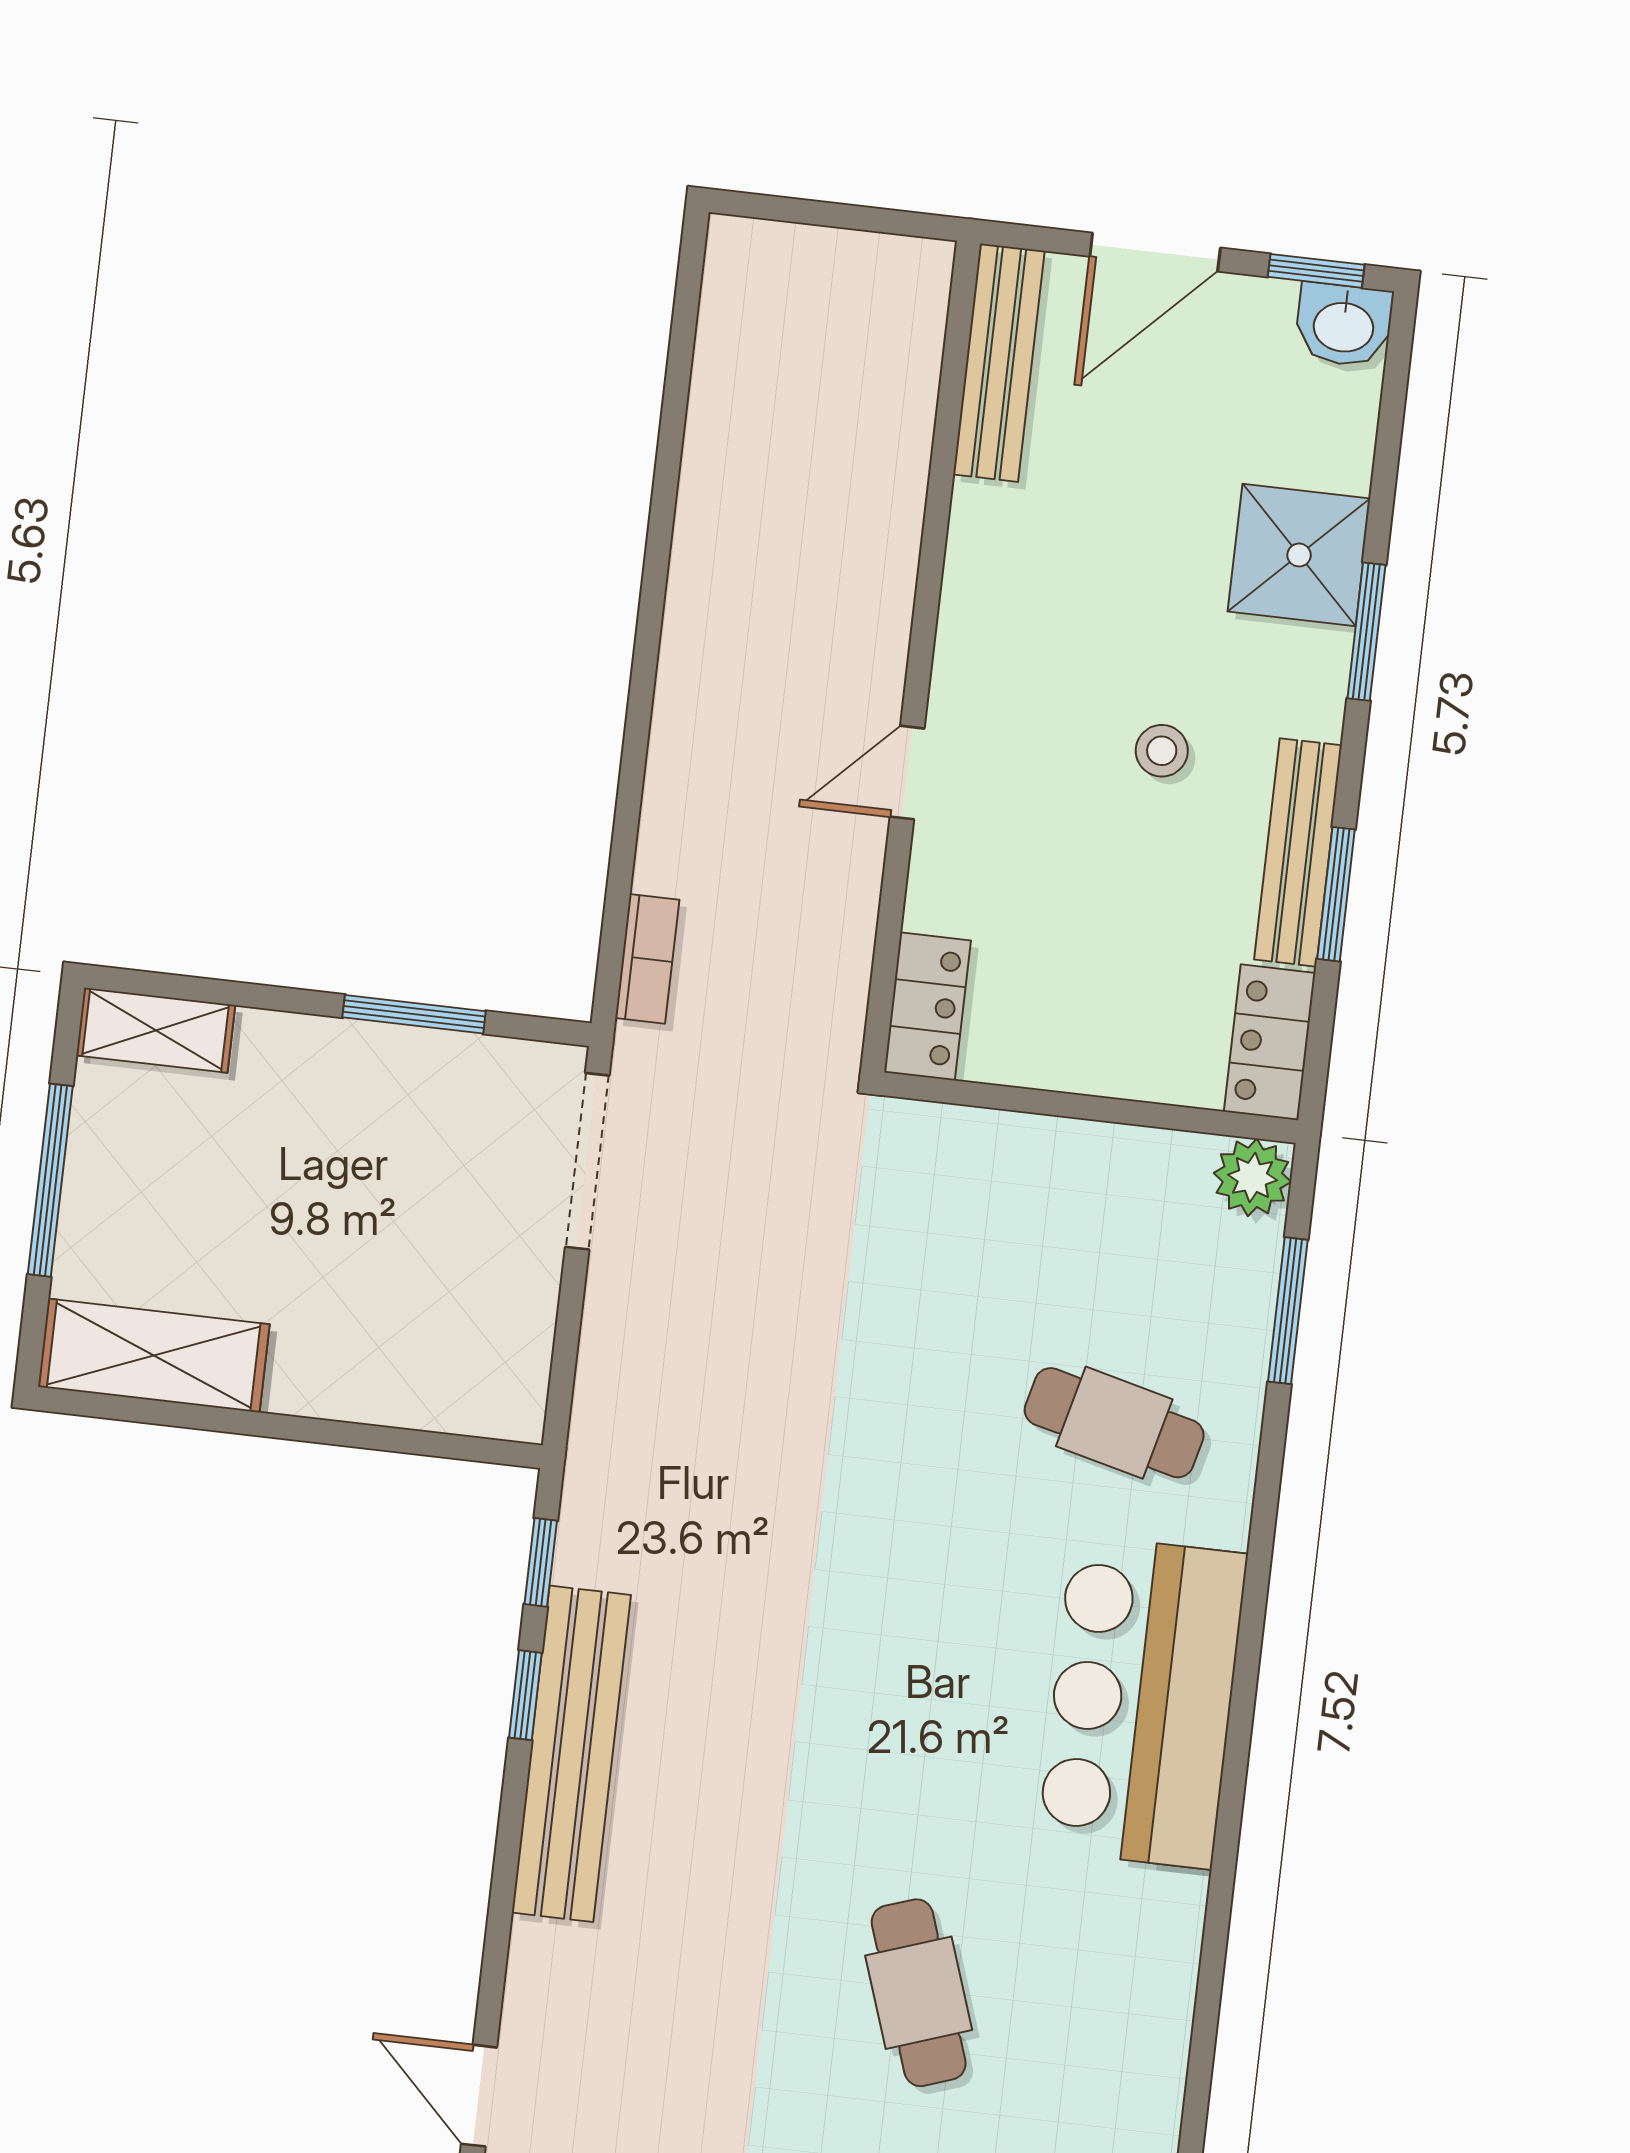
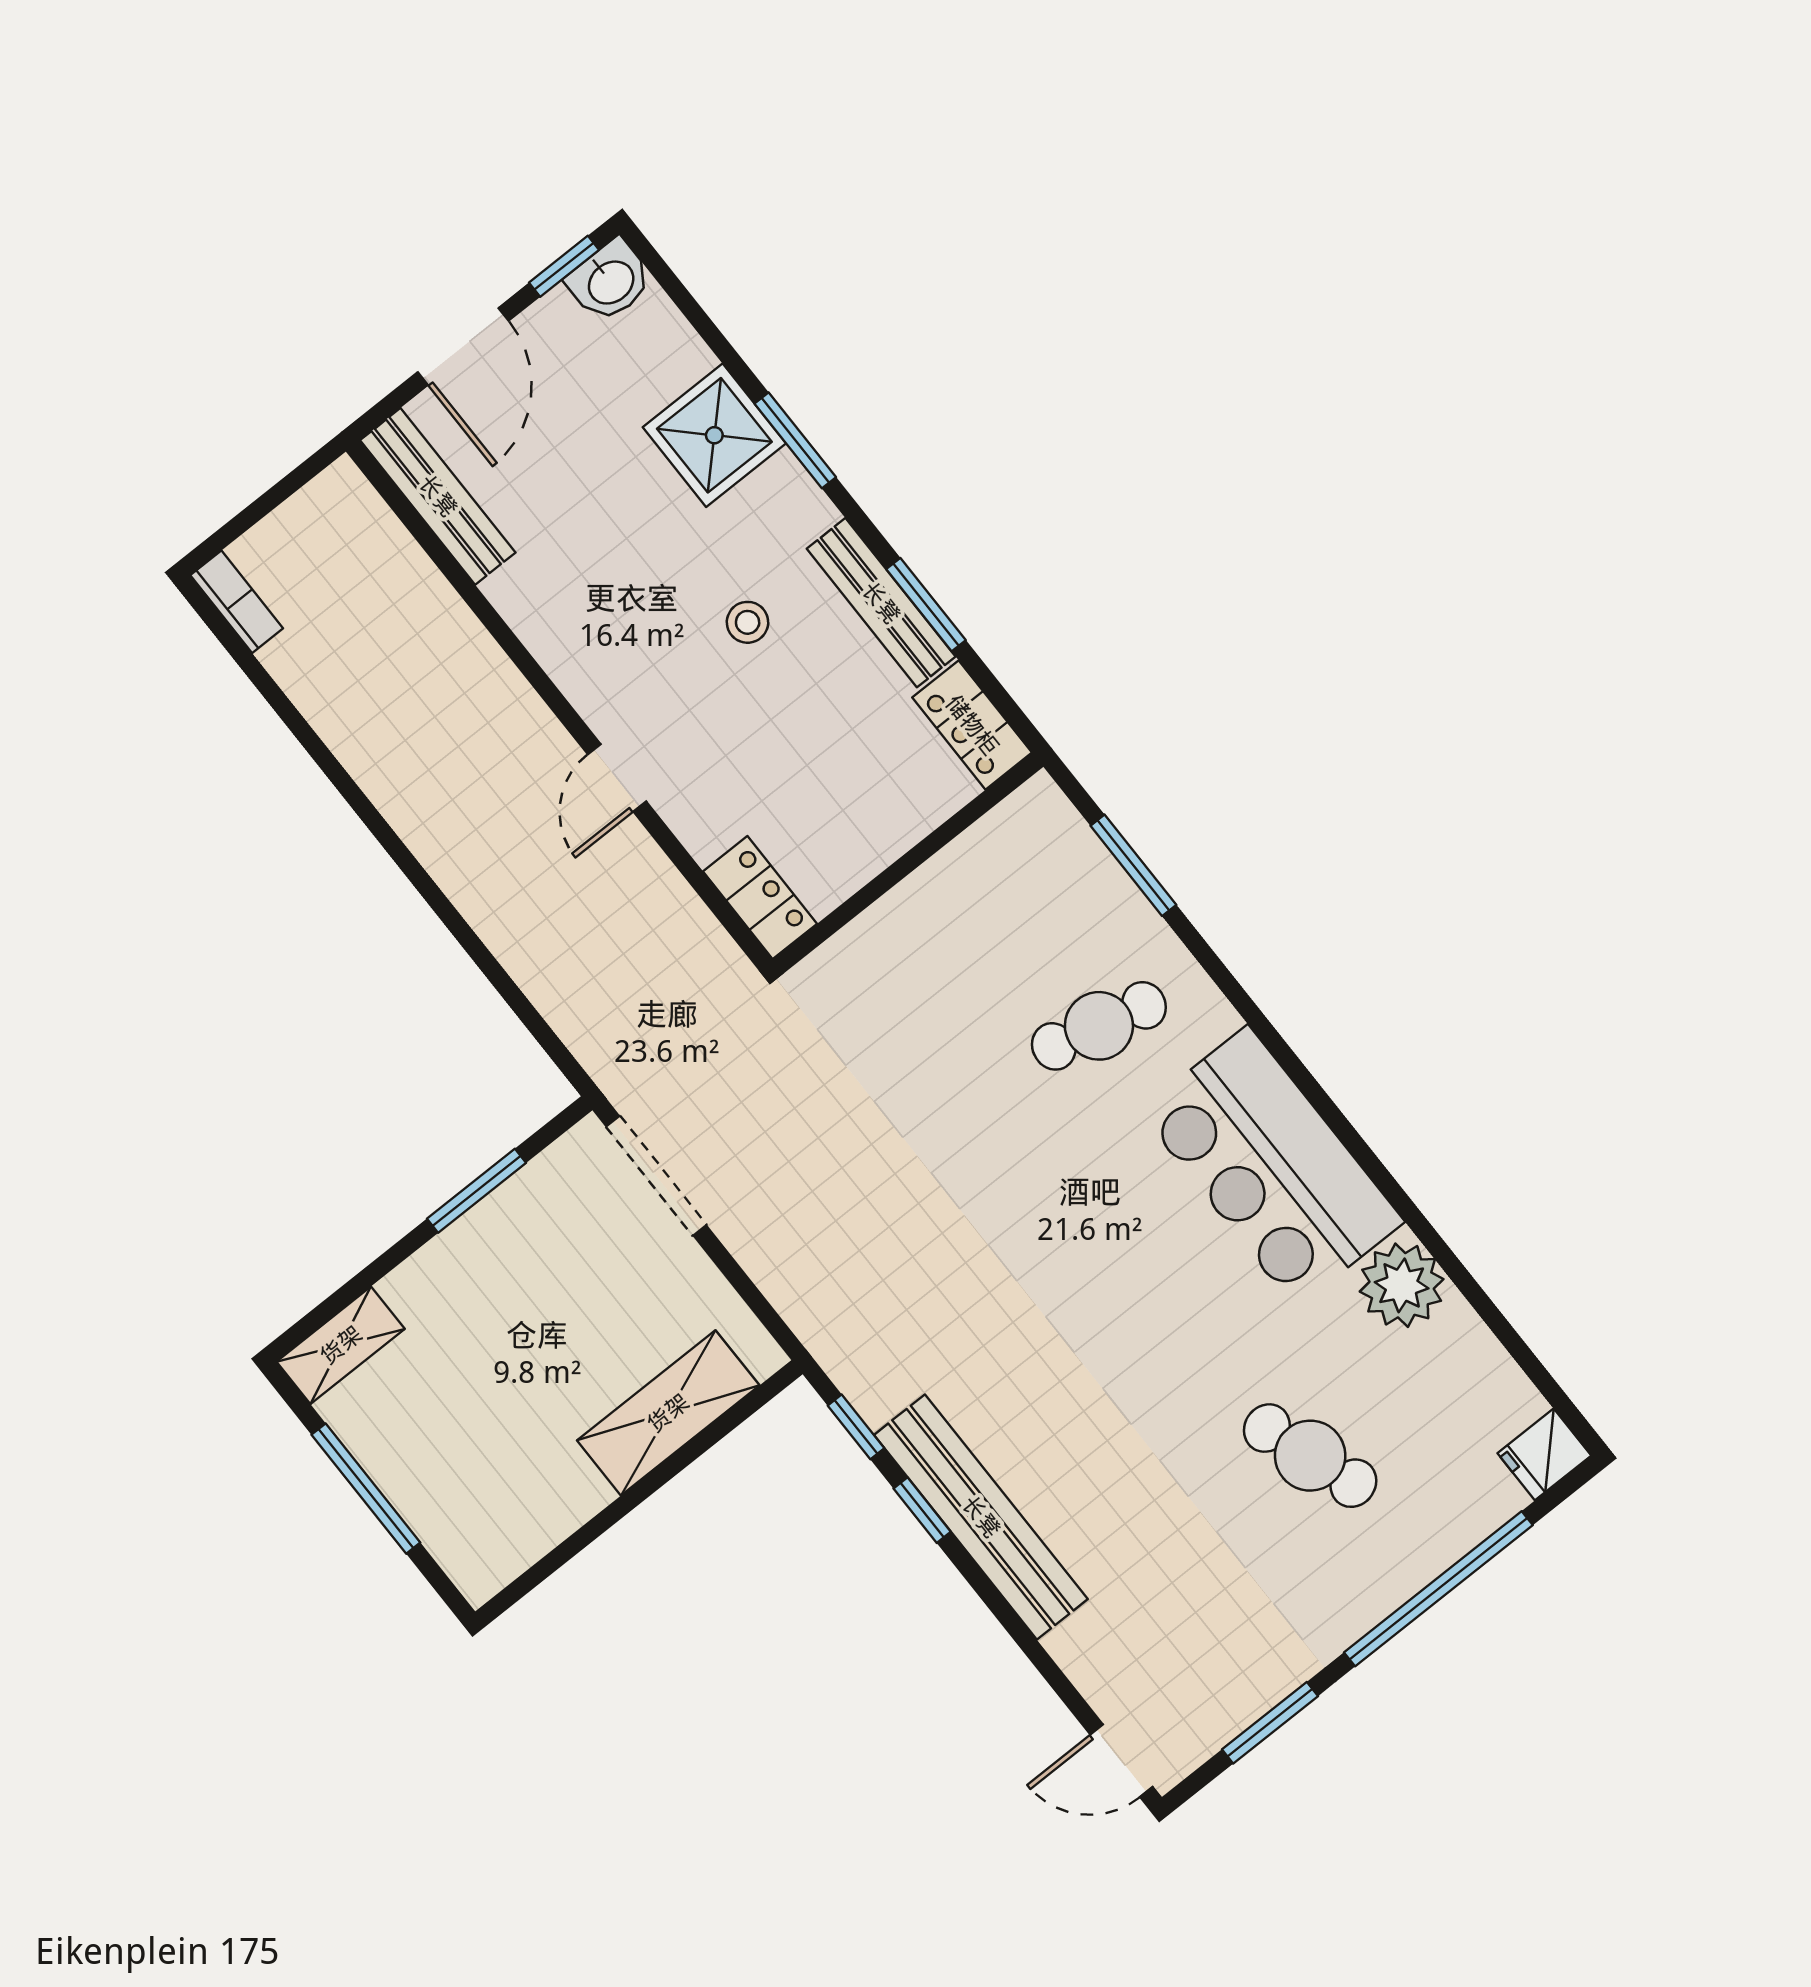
bookcase: (647, 959) -> (237, 602), moved
plant: (1252, 1177) -> (1402, 1285), moved, width x1.36, depth x1.36
shelving: (154, 1356) -> (668, 1413), moved

